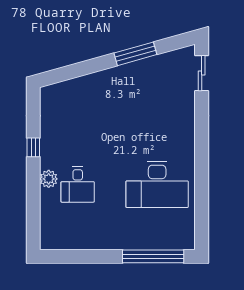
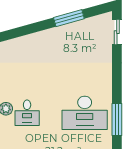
window: (202, 194) -> (117, 119), added

